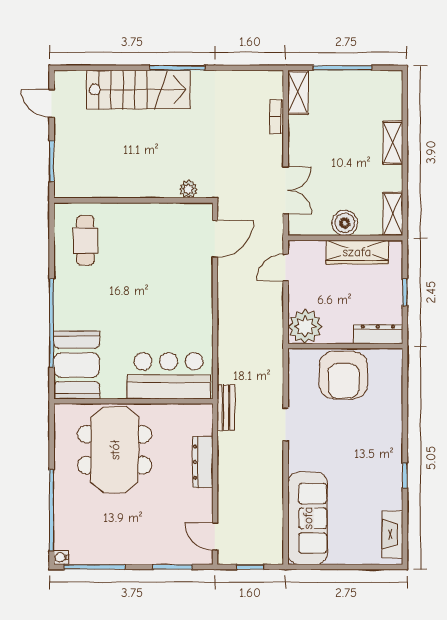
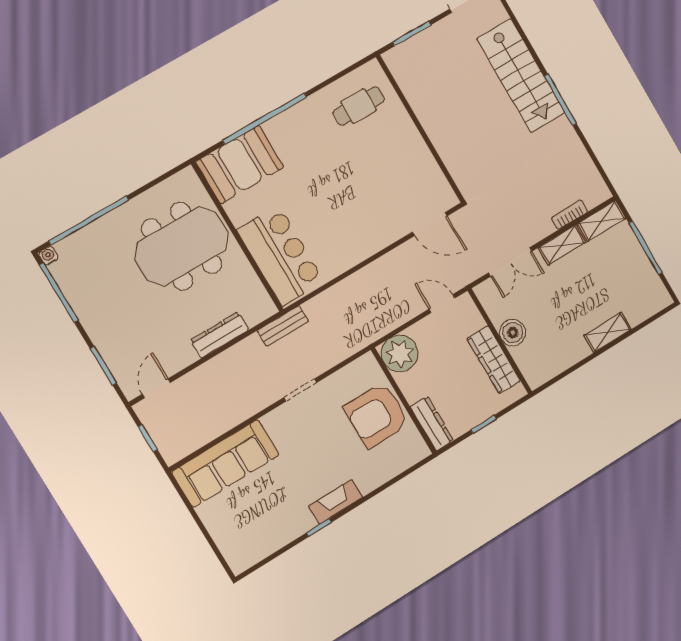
plant: (188, 189) -> (460, 173), removed
shelving: (393, 214) -> (562, 245), moved
fireplace: (393, 534) -> (336, 502), moved

